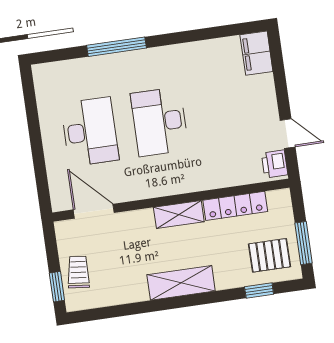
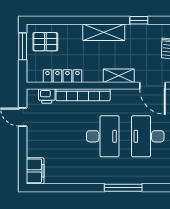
printer: (275, 164) -> (47, 96), moved, turned 90
bookcase: (199, 182) -> (83, 95), added
shelving: (179, 214) -> (119, 76), moved
window: (259, 291) -> (139, 20), moved

